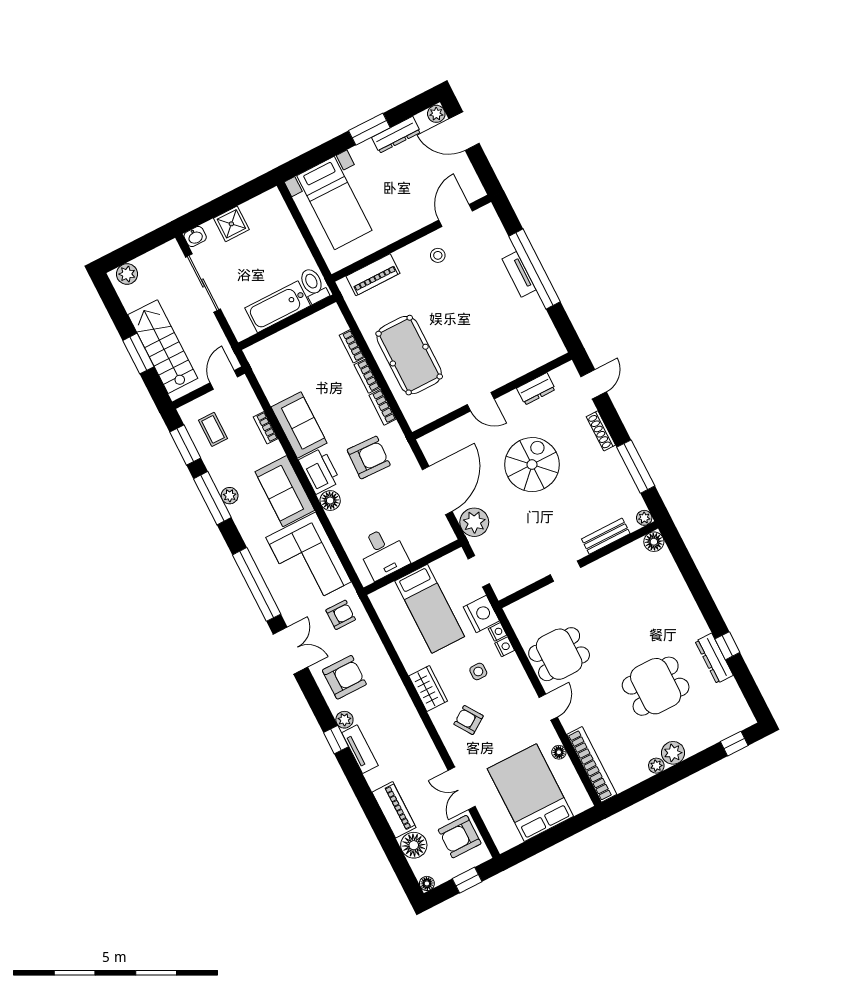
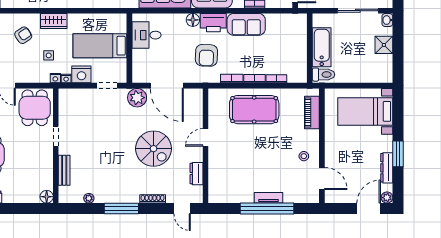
bench: (606, 536) -> (64, 170), moved
floor lamp: (654, 542) -> (47, 197), moved
wall: (578, 565) -> (56, 146), moved
doorway: (566, 571) -> (56, 136), moved

